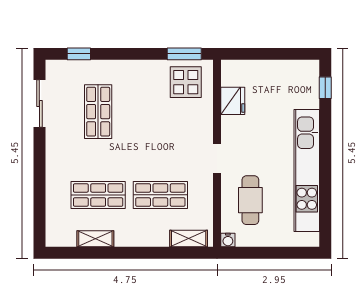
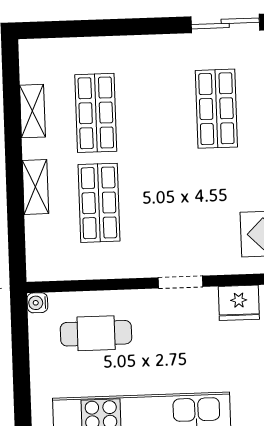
shop shelf: (98, 112) -> (216, 109), turned 90
doorway: (217, 158) -> (181, 282), moved
shelving: (189, 239) -> (35, 187), moved

